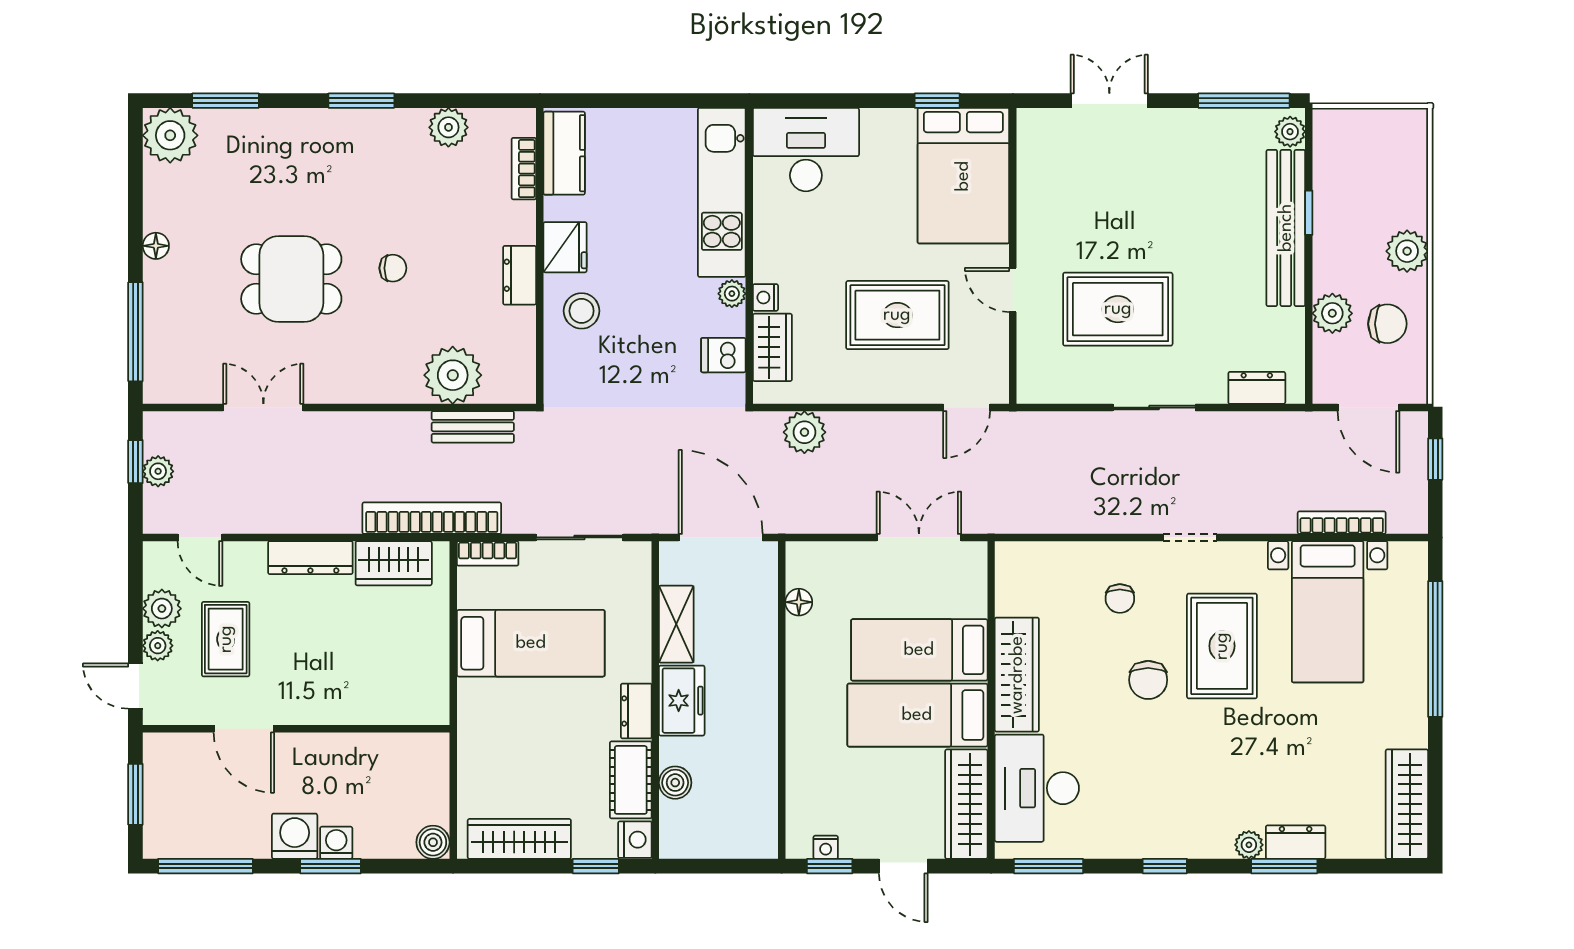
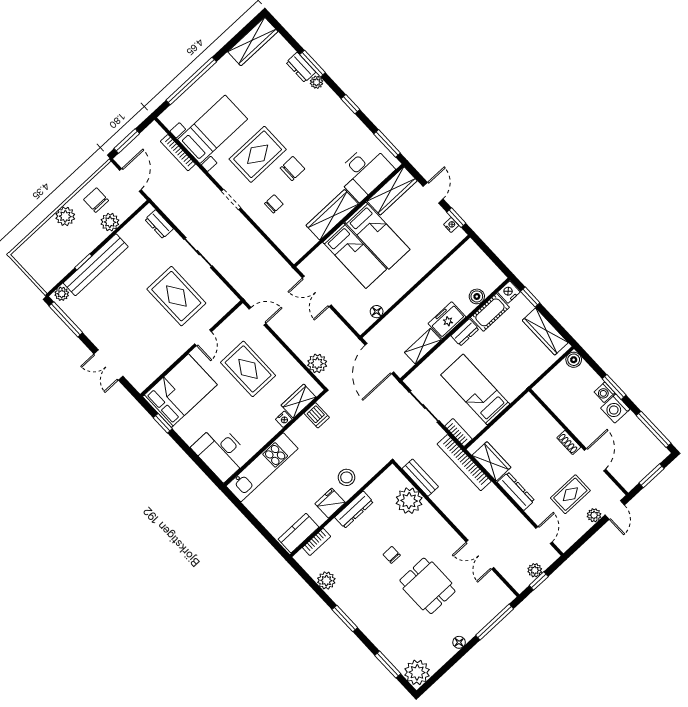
dresser: (520, 275) -> (354, 510), width x1.44
plant: (732, 294) -> (293, 432), removed
window: (1435, 459) -> (127, 141), width x1.50
plant: (162, 609) -> (580, 526), removed
shoe rack: (310, 713) -> (569, 442), added

